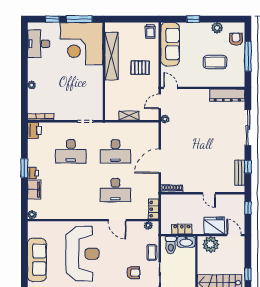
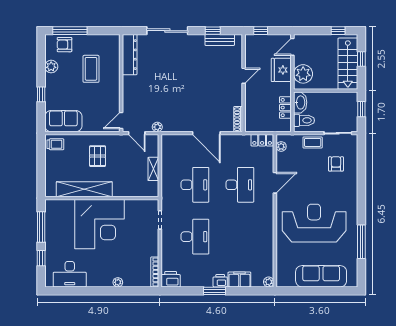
corner desk: (82, 44) -> (100, 224), moved
sofa: (170, 44) -> (63, 121), width x0.73
window: (248, 56) -> (70, 31), moved

